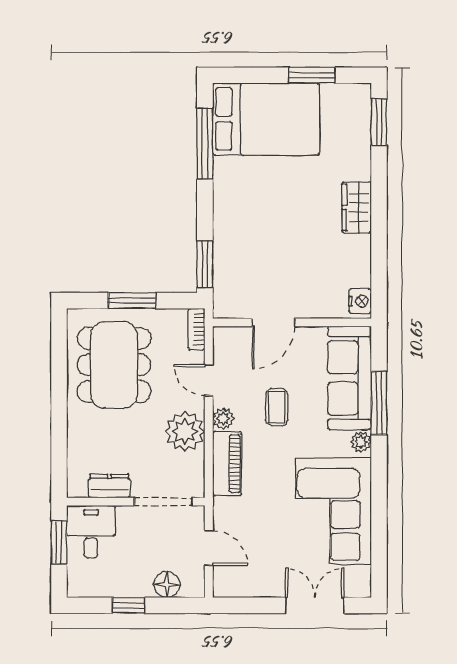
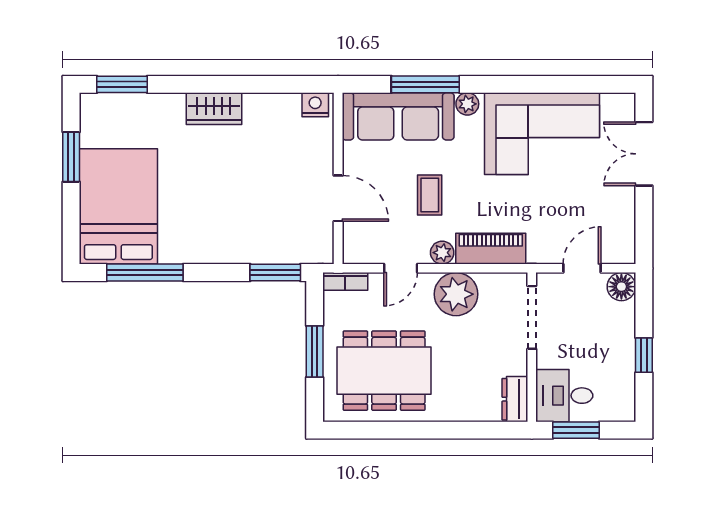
coffee table: (277, 407) -> (430, 195), turned 90
dresser: (109, 486) -> (515, 399), moved
floor lamp: (167, 585) -> (621, 287), moved

